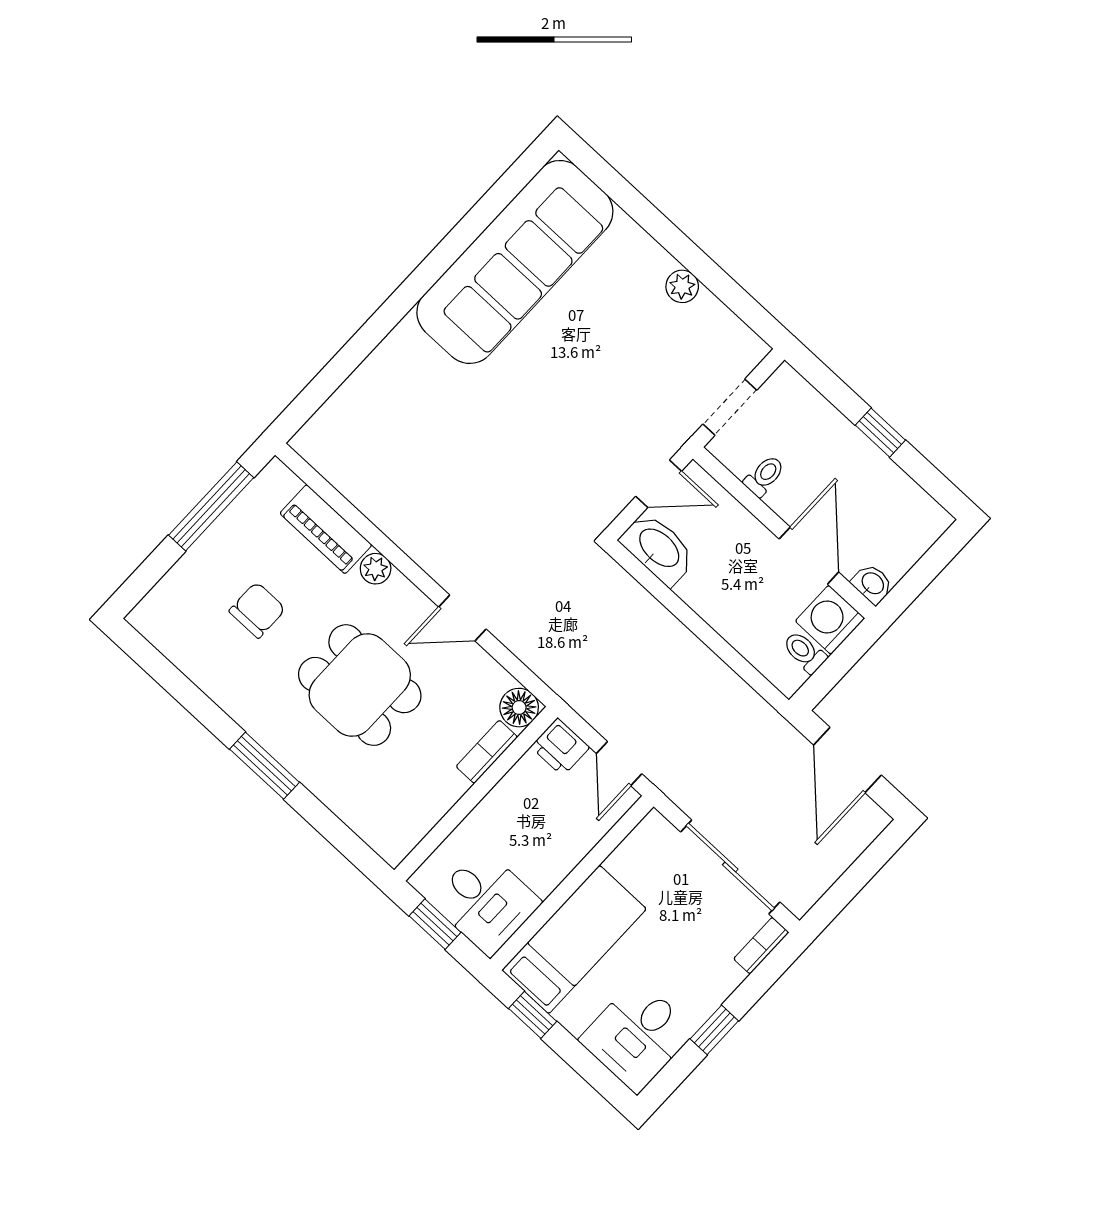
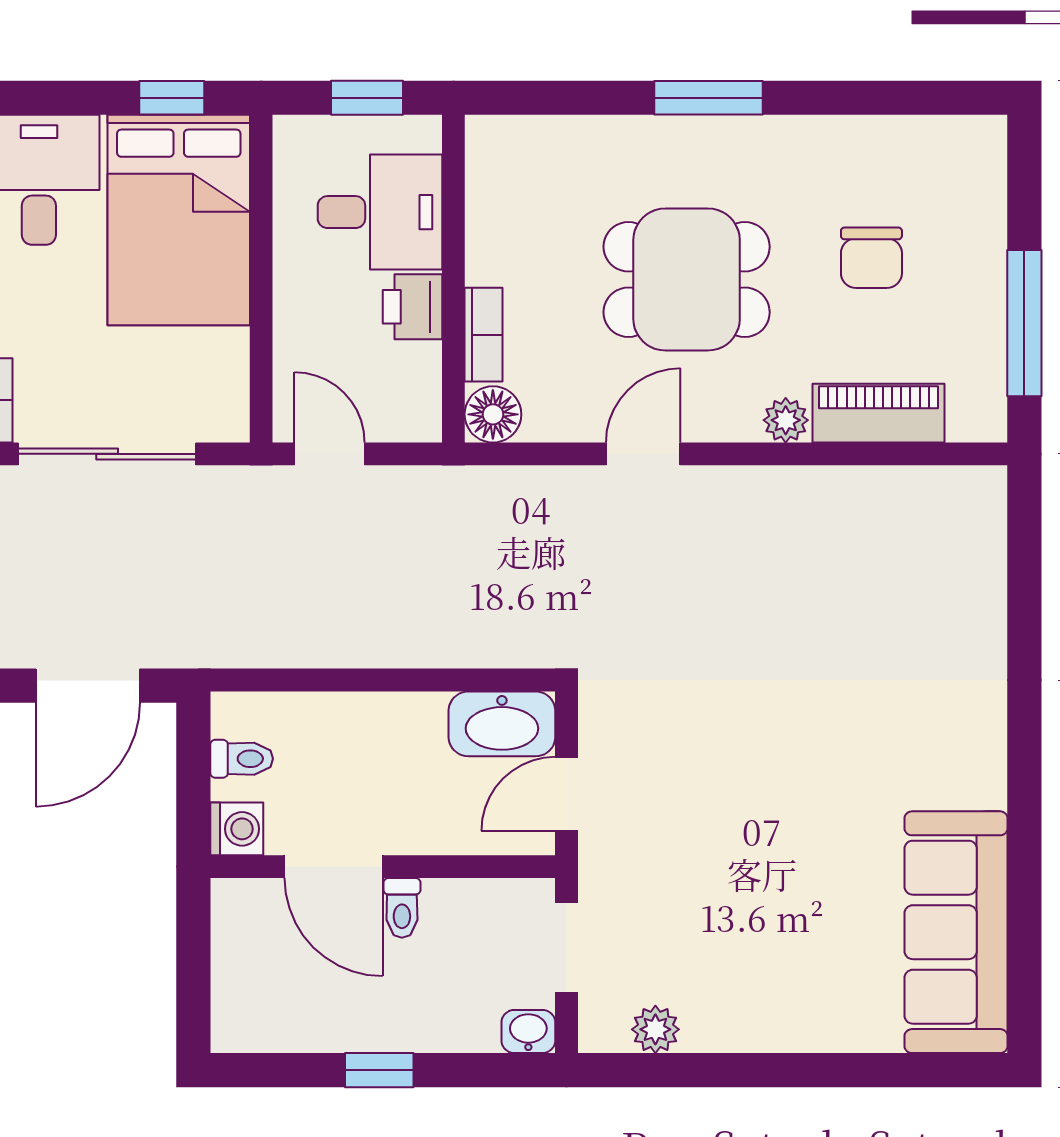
sofa: (515, 262) -> (956, 932), width x0.74, depth x0.79
plant: (682, 286) -> (655, 1029), moved
toilet: (764, 476) -> (402, 908), moved
washbasin: (872, 584) -> (528, 1031), moved, turned 180
washing machine: (830, 620) -> (237, 829), width x0.73, depth x0.73
printer: (560, 747) -> (412, 307), moved, turned -90
door: (847, 760) -> (88, 686), swing flipped
desk: (486, 902) -> (380, 212), moved, turned 180
bed: (574, 939) -> (179, 220), width x1.50

